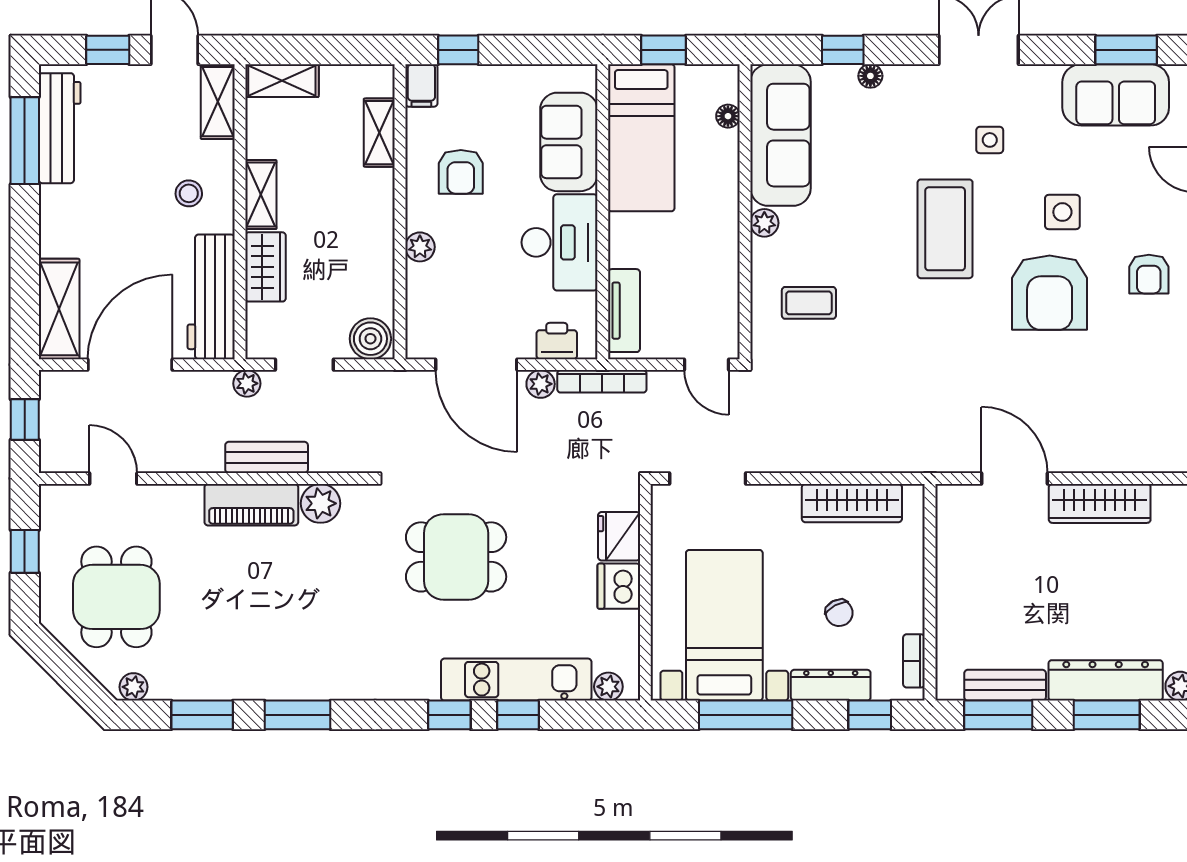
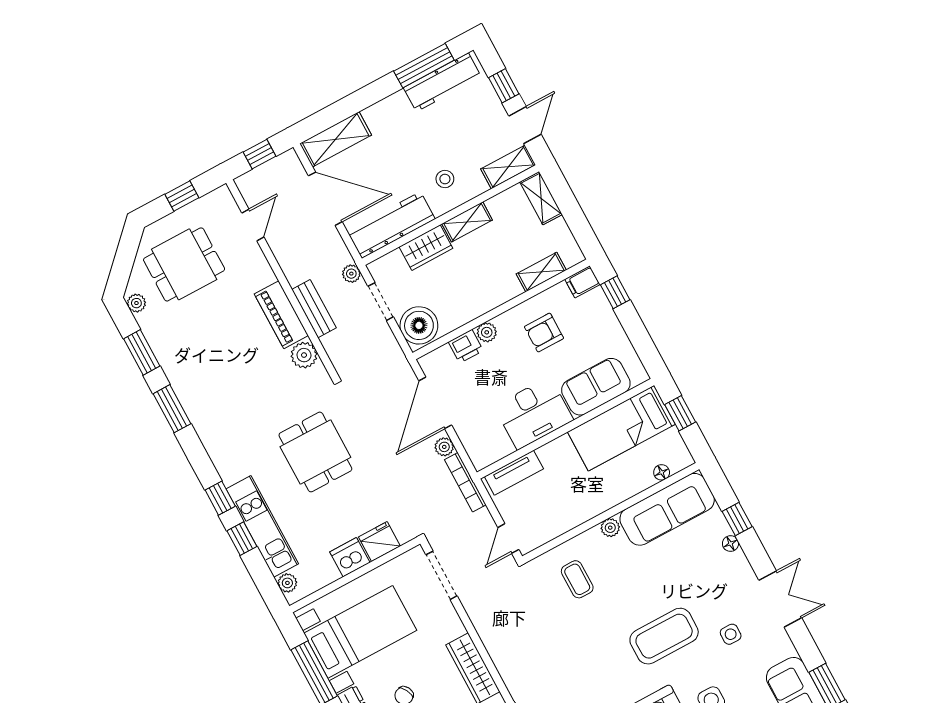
boiler: (370, 339) -> (419, 325), width x1.37, depth x1.37
printer: (557, 341) -> (466, 346), moved, turned 90

